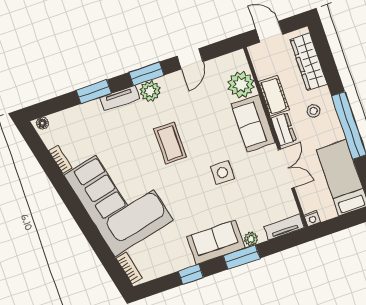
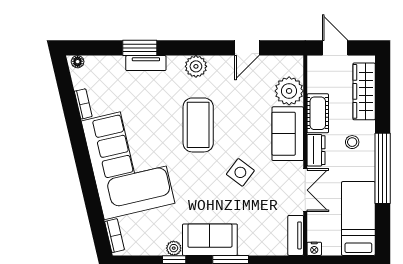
window: (146, 74) -> (198, 48), removed
tv unit: (120, 98) -> (146, 63), moved
coffee table: (170, 143) -> (198, 125), width x1.36, depth x1.32
side table: (222, 173) -> (240, 172), turned 37
tv unit: (284, 227) -> (296, 235), moved, turned -90
plant: (251, 239) -> (174, 248), moved

